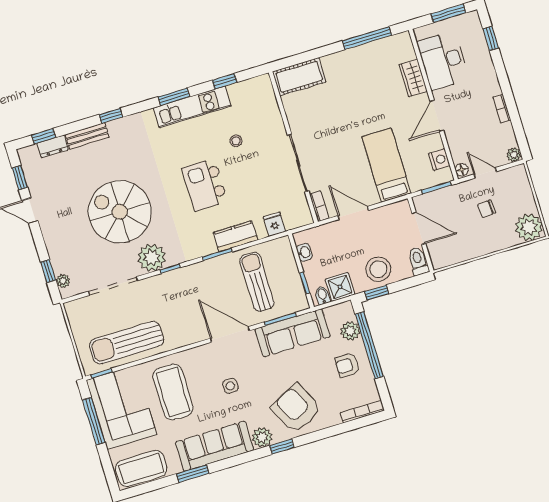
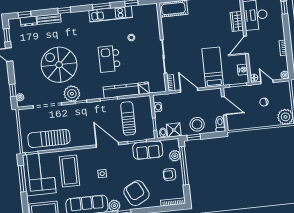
kitchen counter: (235, 236) -> (121, 91), width x1.50
sofa: (293, 333) -> (148, 150), width x0.73

